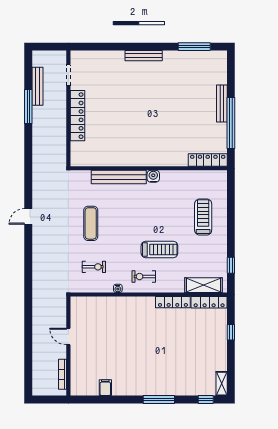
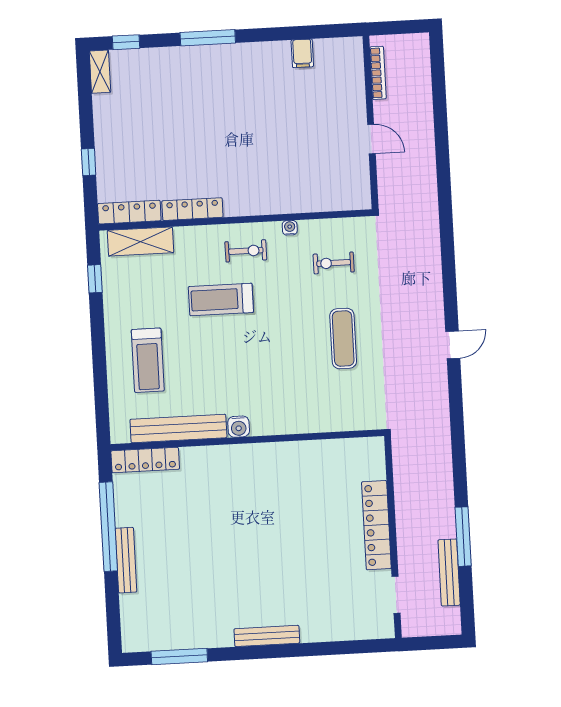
bench: (119, 177) -> (178, 428), moved

